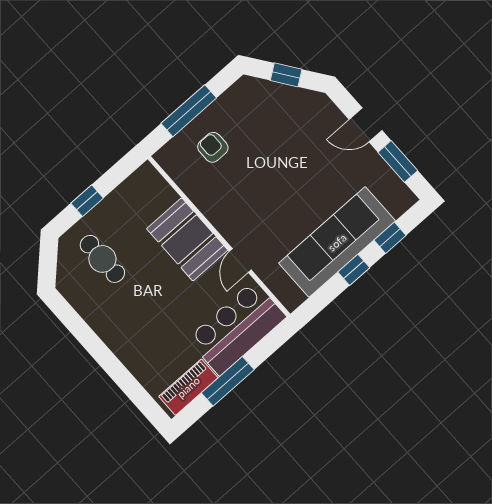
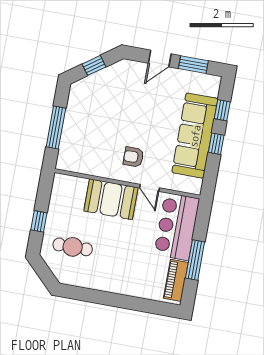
armchair: (213, 147) -> (133, 157), moved

